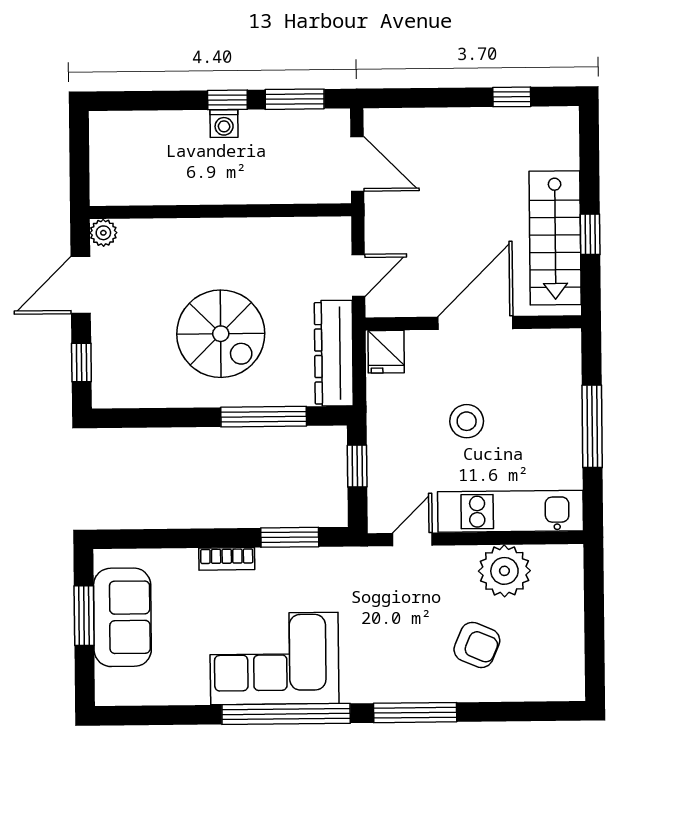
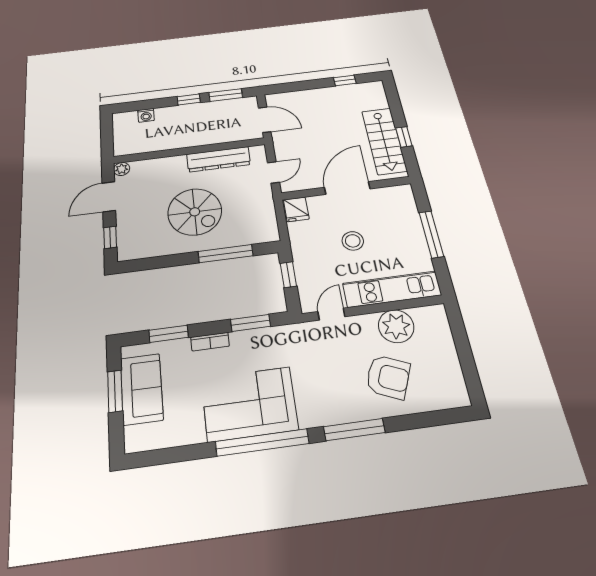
washing machine: (224, 124) -> (146, 115), moved
dresser: (334, 353) -> (218, 159), moved, turned -90
window: (166, 539) -> (169, 334), added
armchair: (477, 645) -> (388, 377), width x1.38, depth x1.38

